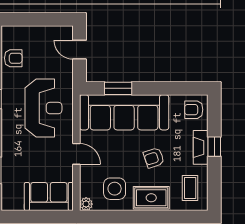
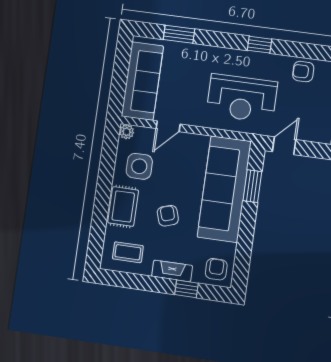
door: (80, 50) -> (284, 146), moved
armchair: (13, 58) -> (303, 72), turned 90
window: (214, 147) -> (187, 289), moved
door: (76, 154) -> (168, 126), moved
sofa: (49, 196) -> (142, 81), width x1.36

